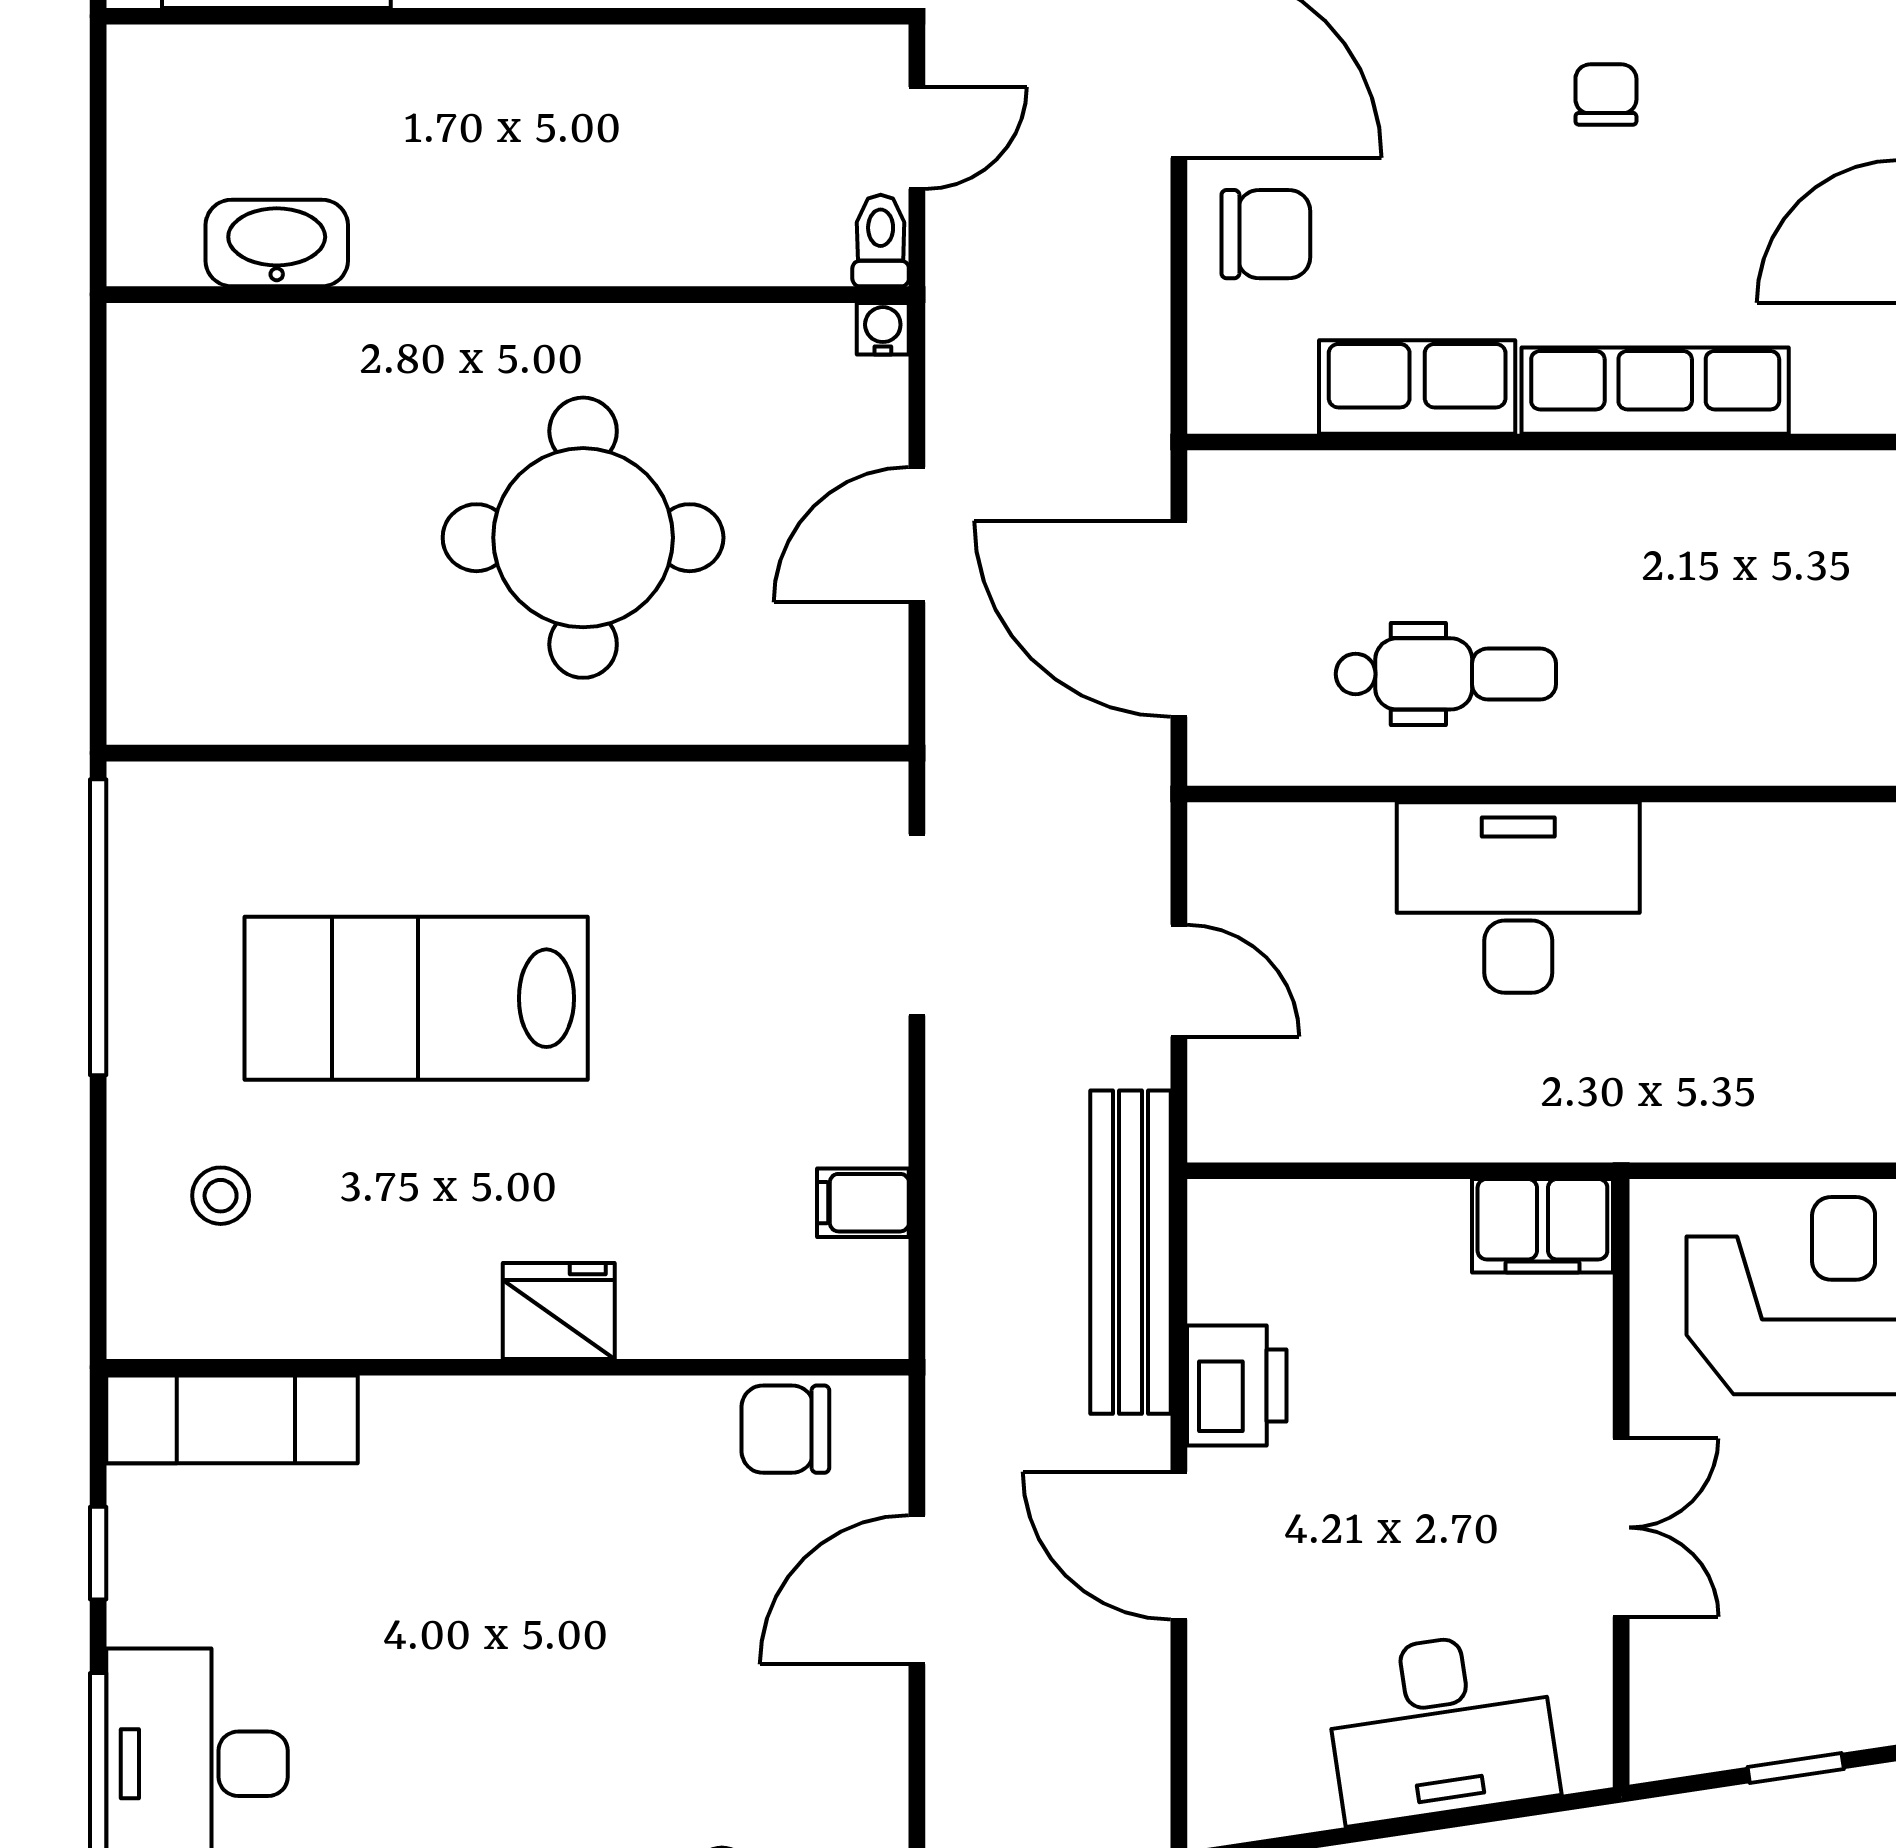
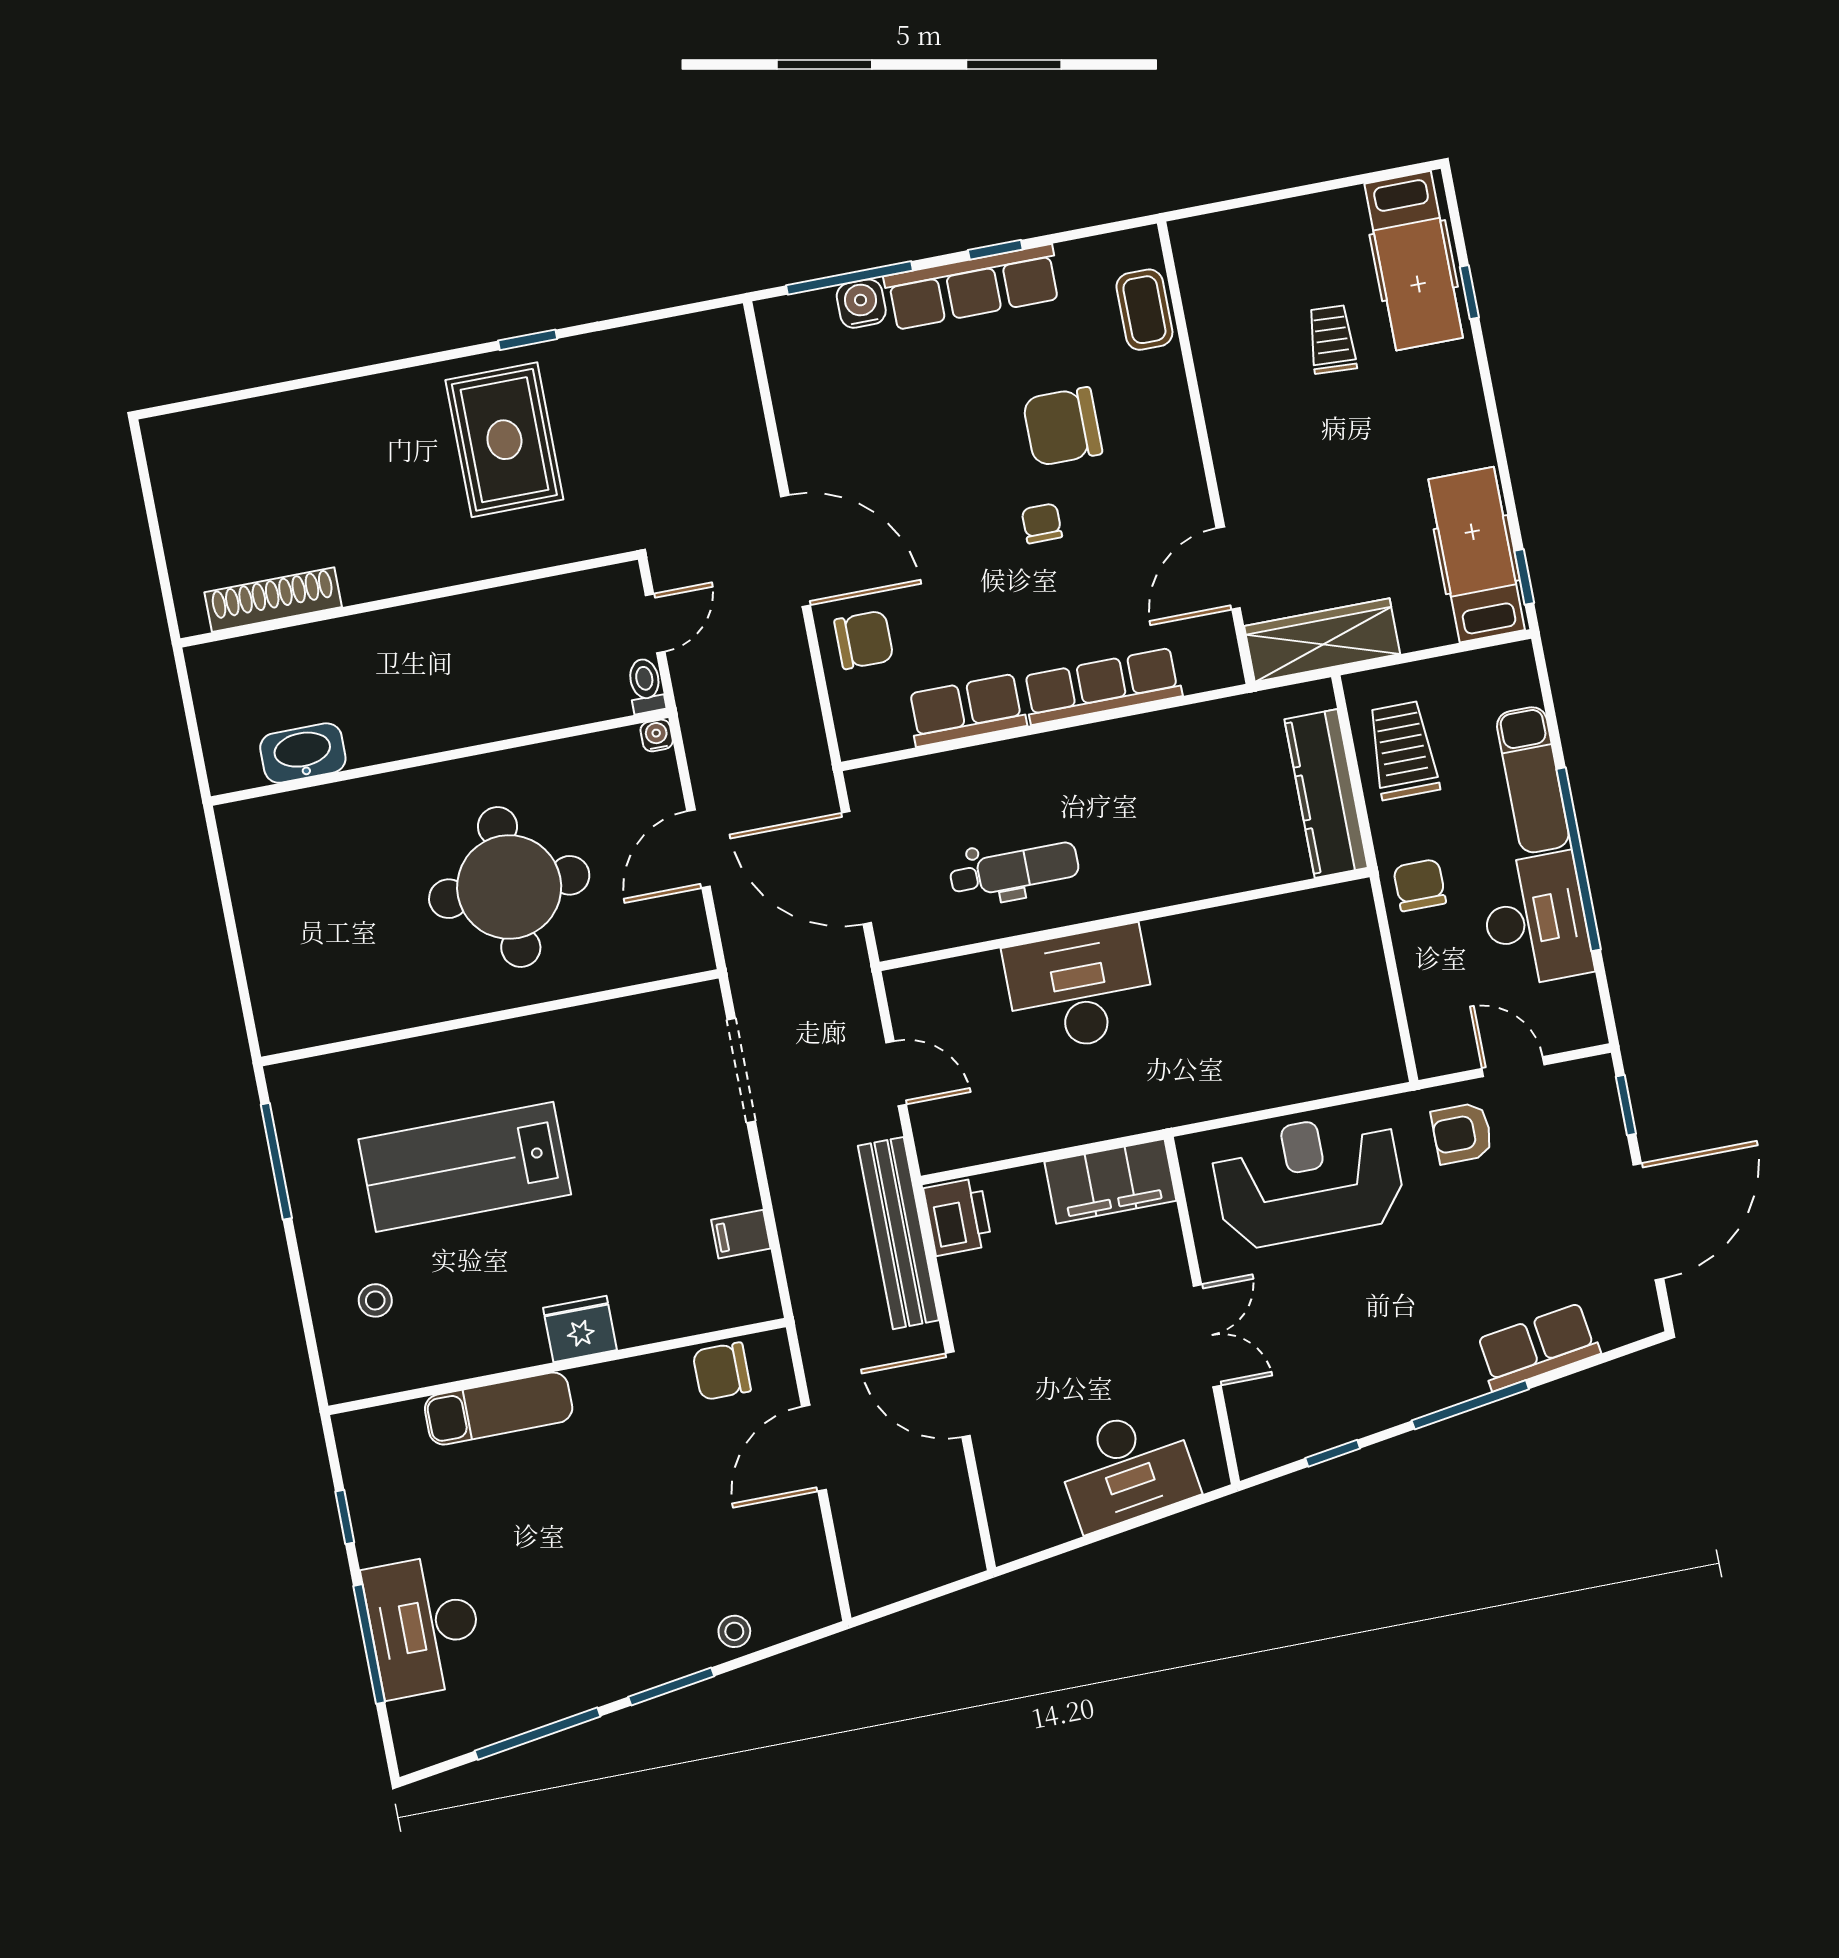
window: (98, 927) -> (276, 1161), width x0.68
filing cabinet: (1542, 1226) -> (1110, 1181), width x1.50, depth x1.17
printer: (1237, 1385) -> (958, 1217), moved
exam couch: (232, 1419) -> (499, 1409), moved

